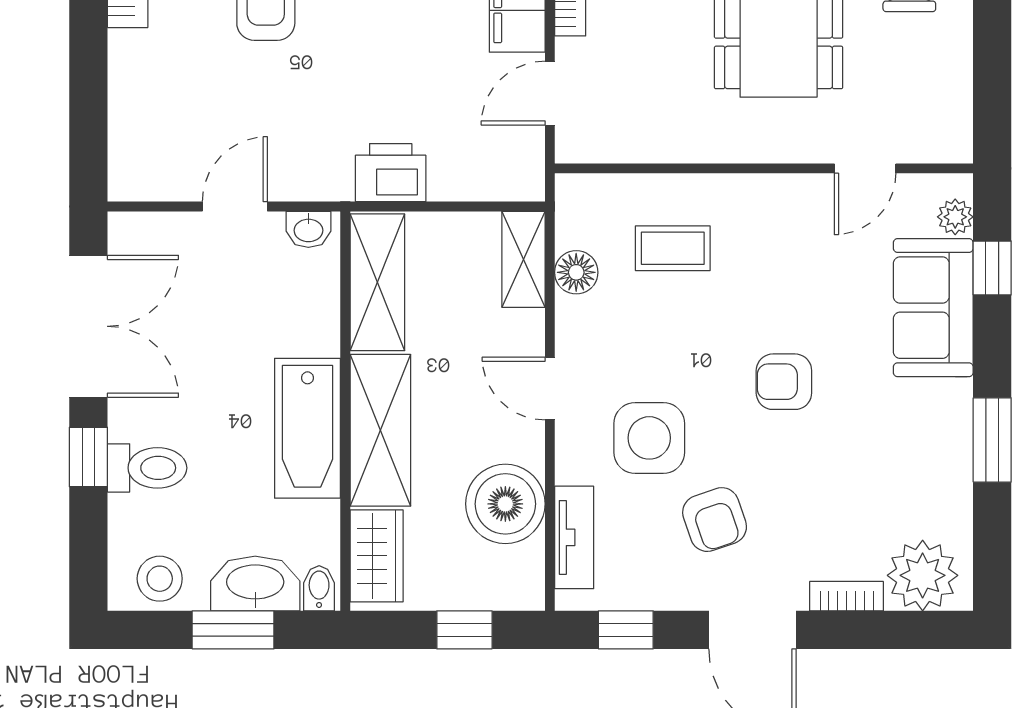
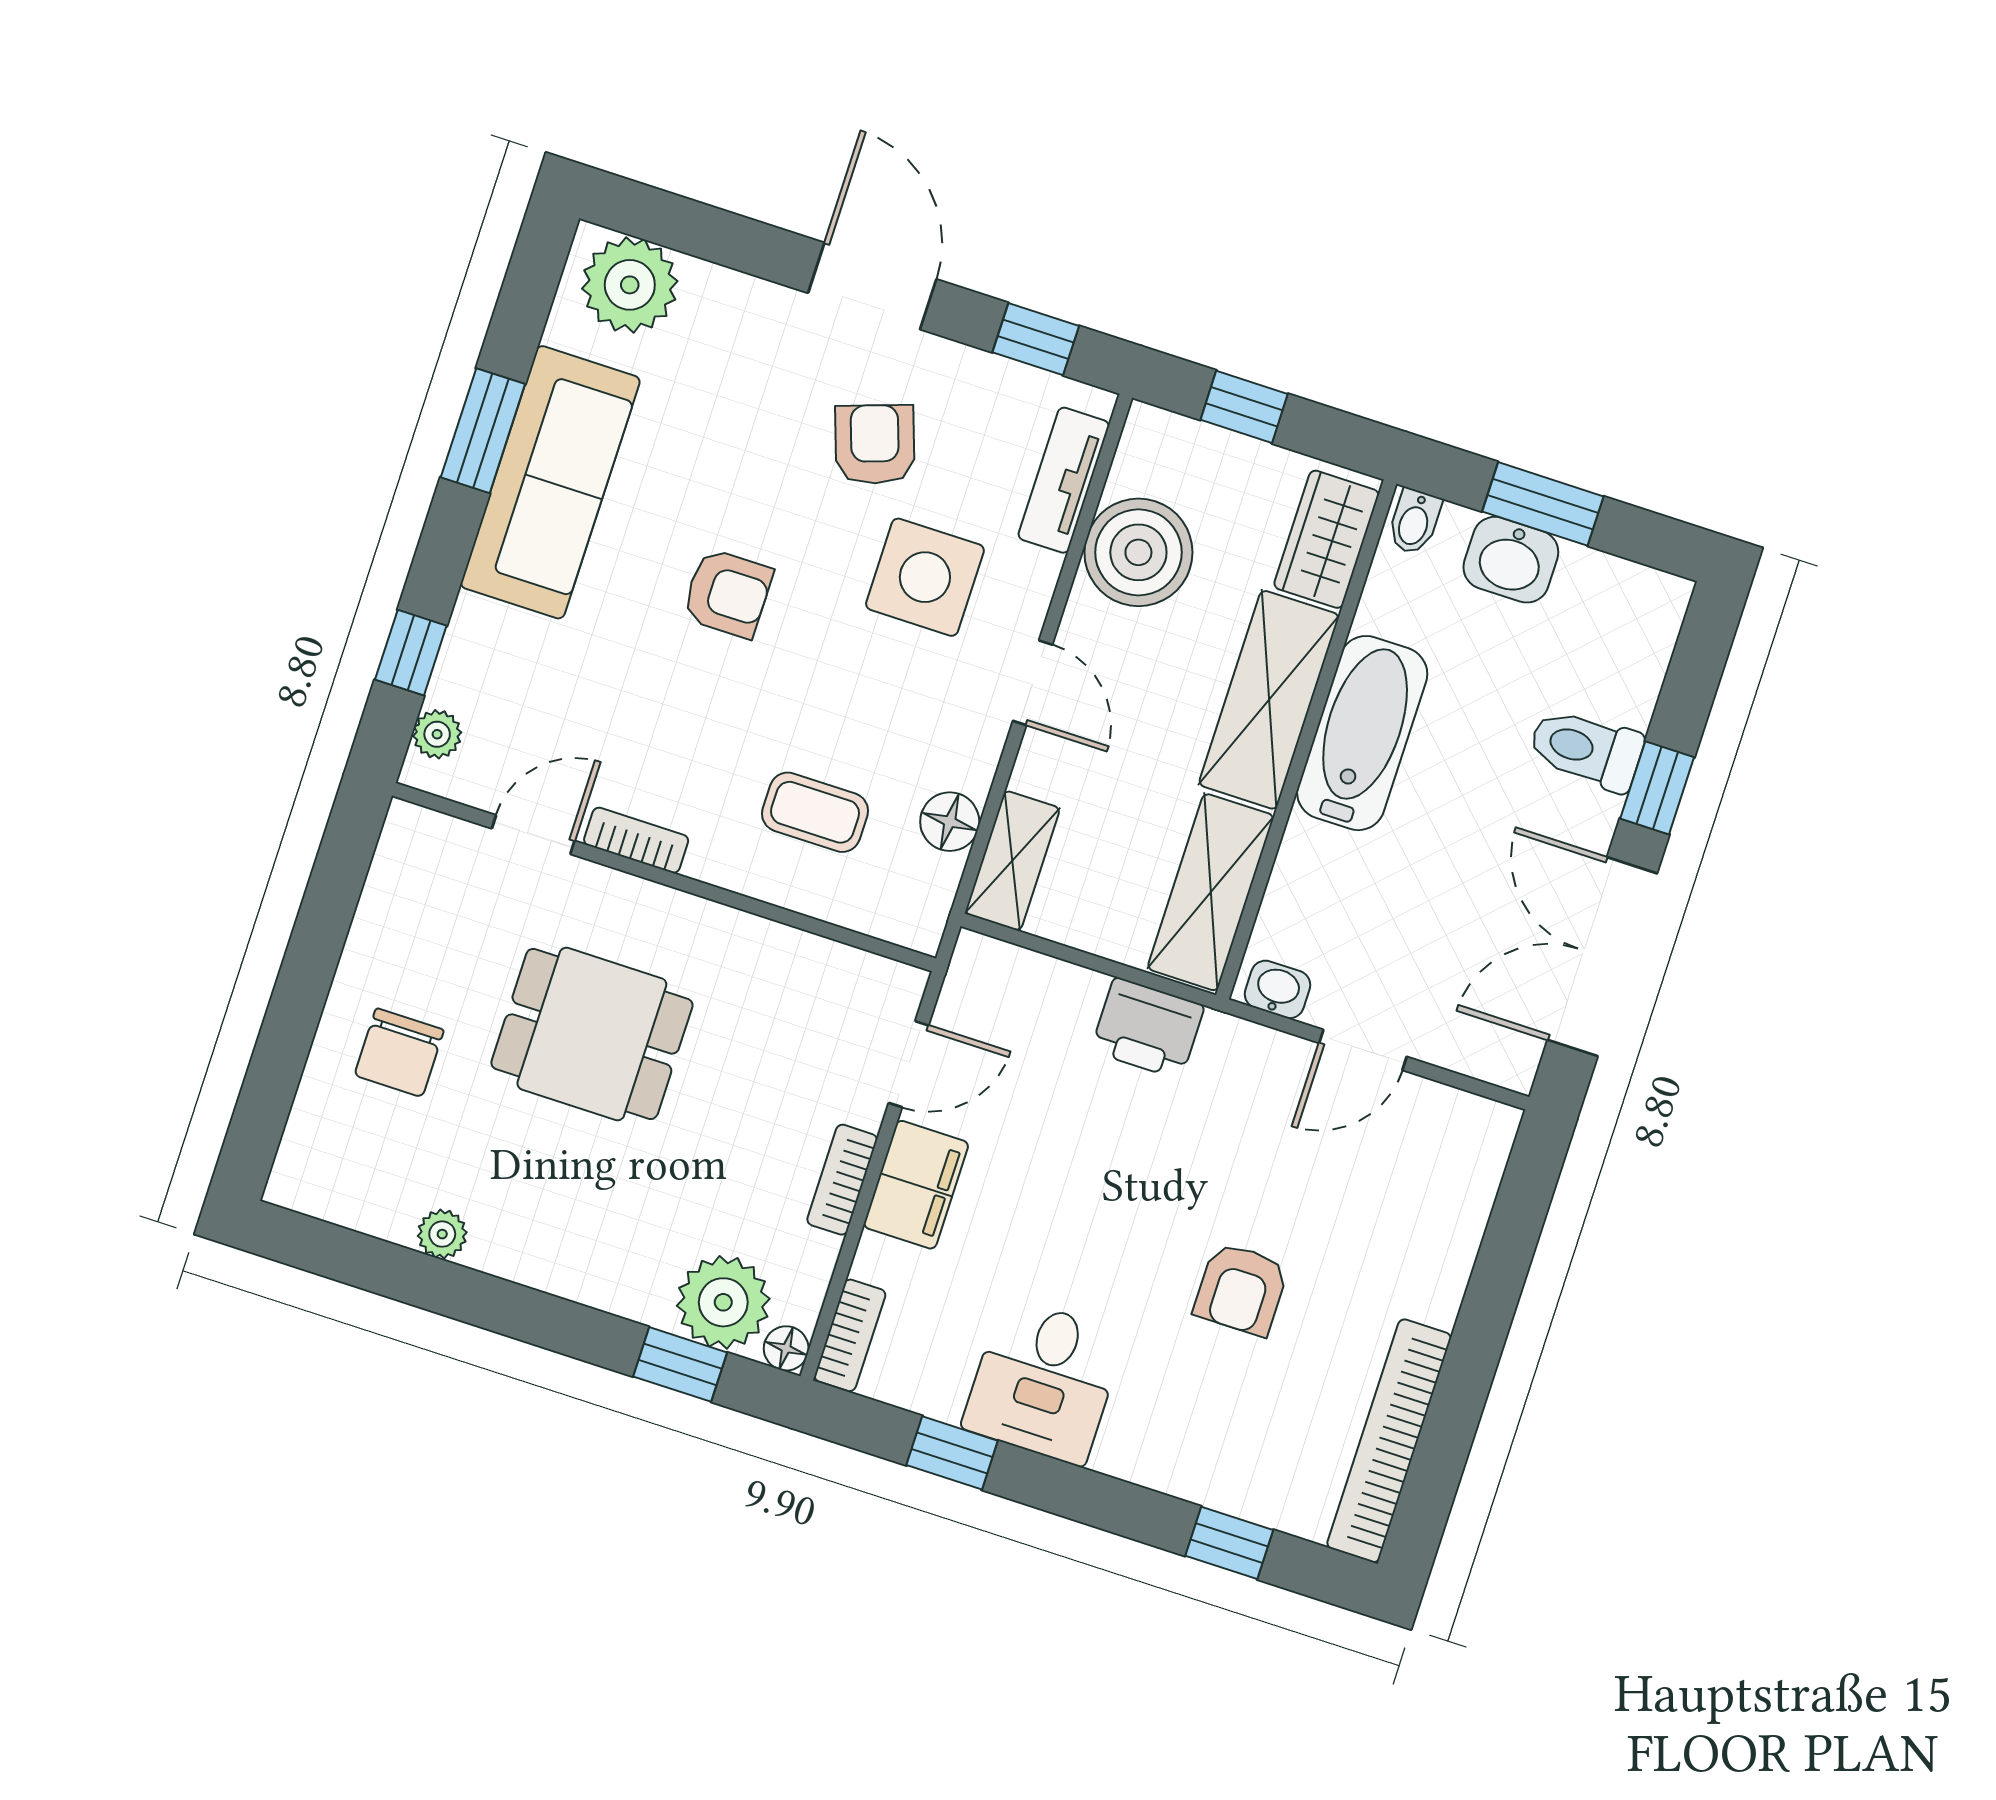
sofa: (933, 308) -> (550, 482), moved, width x1.36
stool: (160, 579) -> (1616, 601), removed
washbasin: (255, 584) -> (1511, 560), width x0.72
bookcase: (847, 596) -> (636, 840), moved, turned 180

